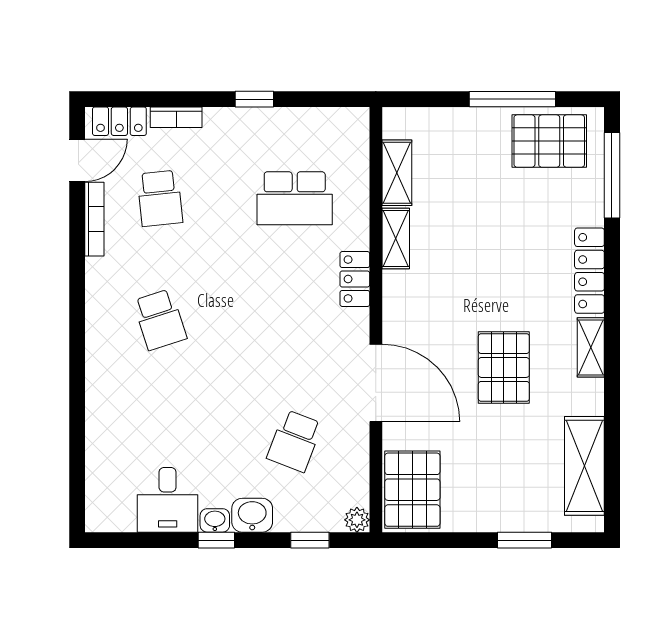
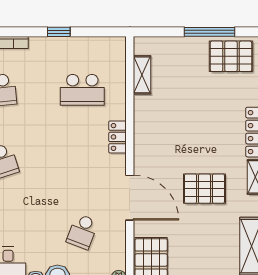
shelving: (396, 238) -> (141, 113), removed
pallet: (504, 367) -> (204, 189), turned 90

